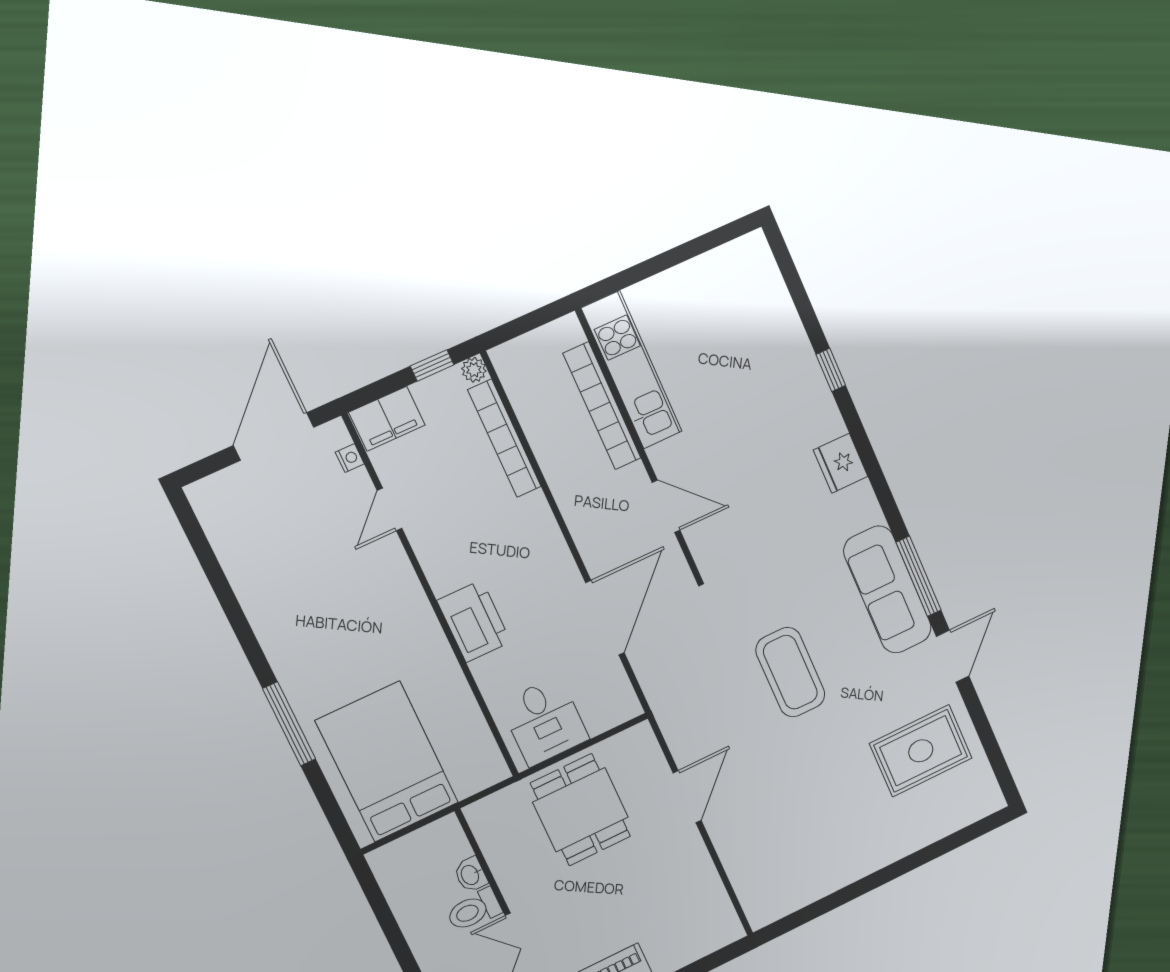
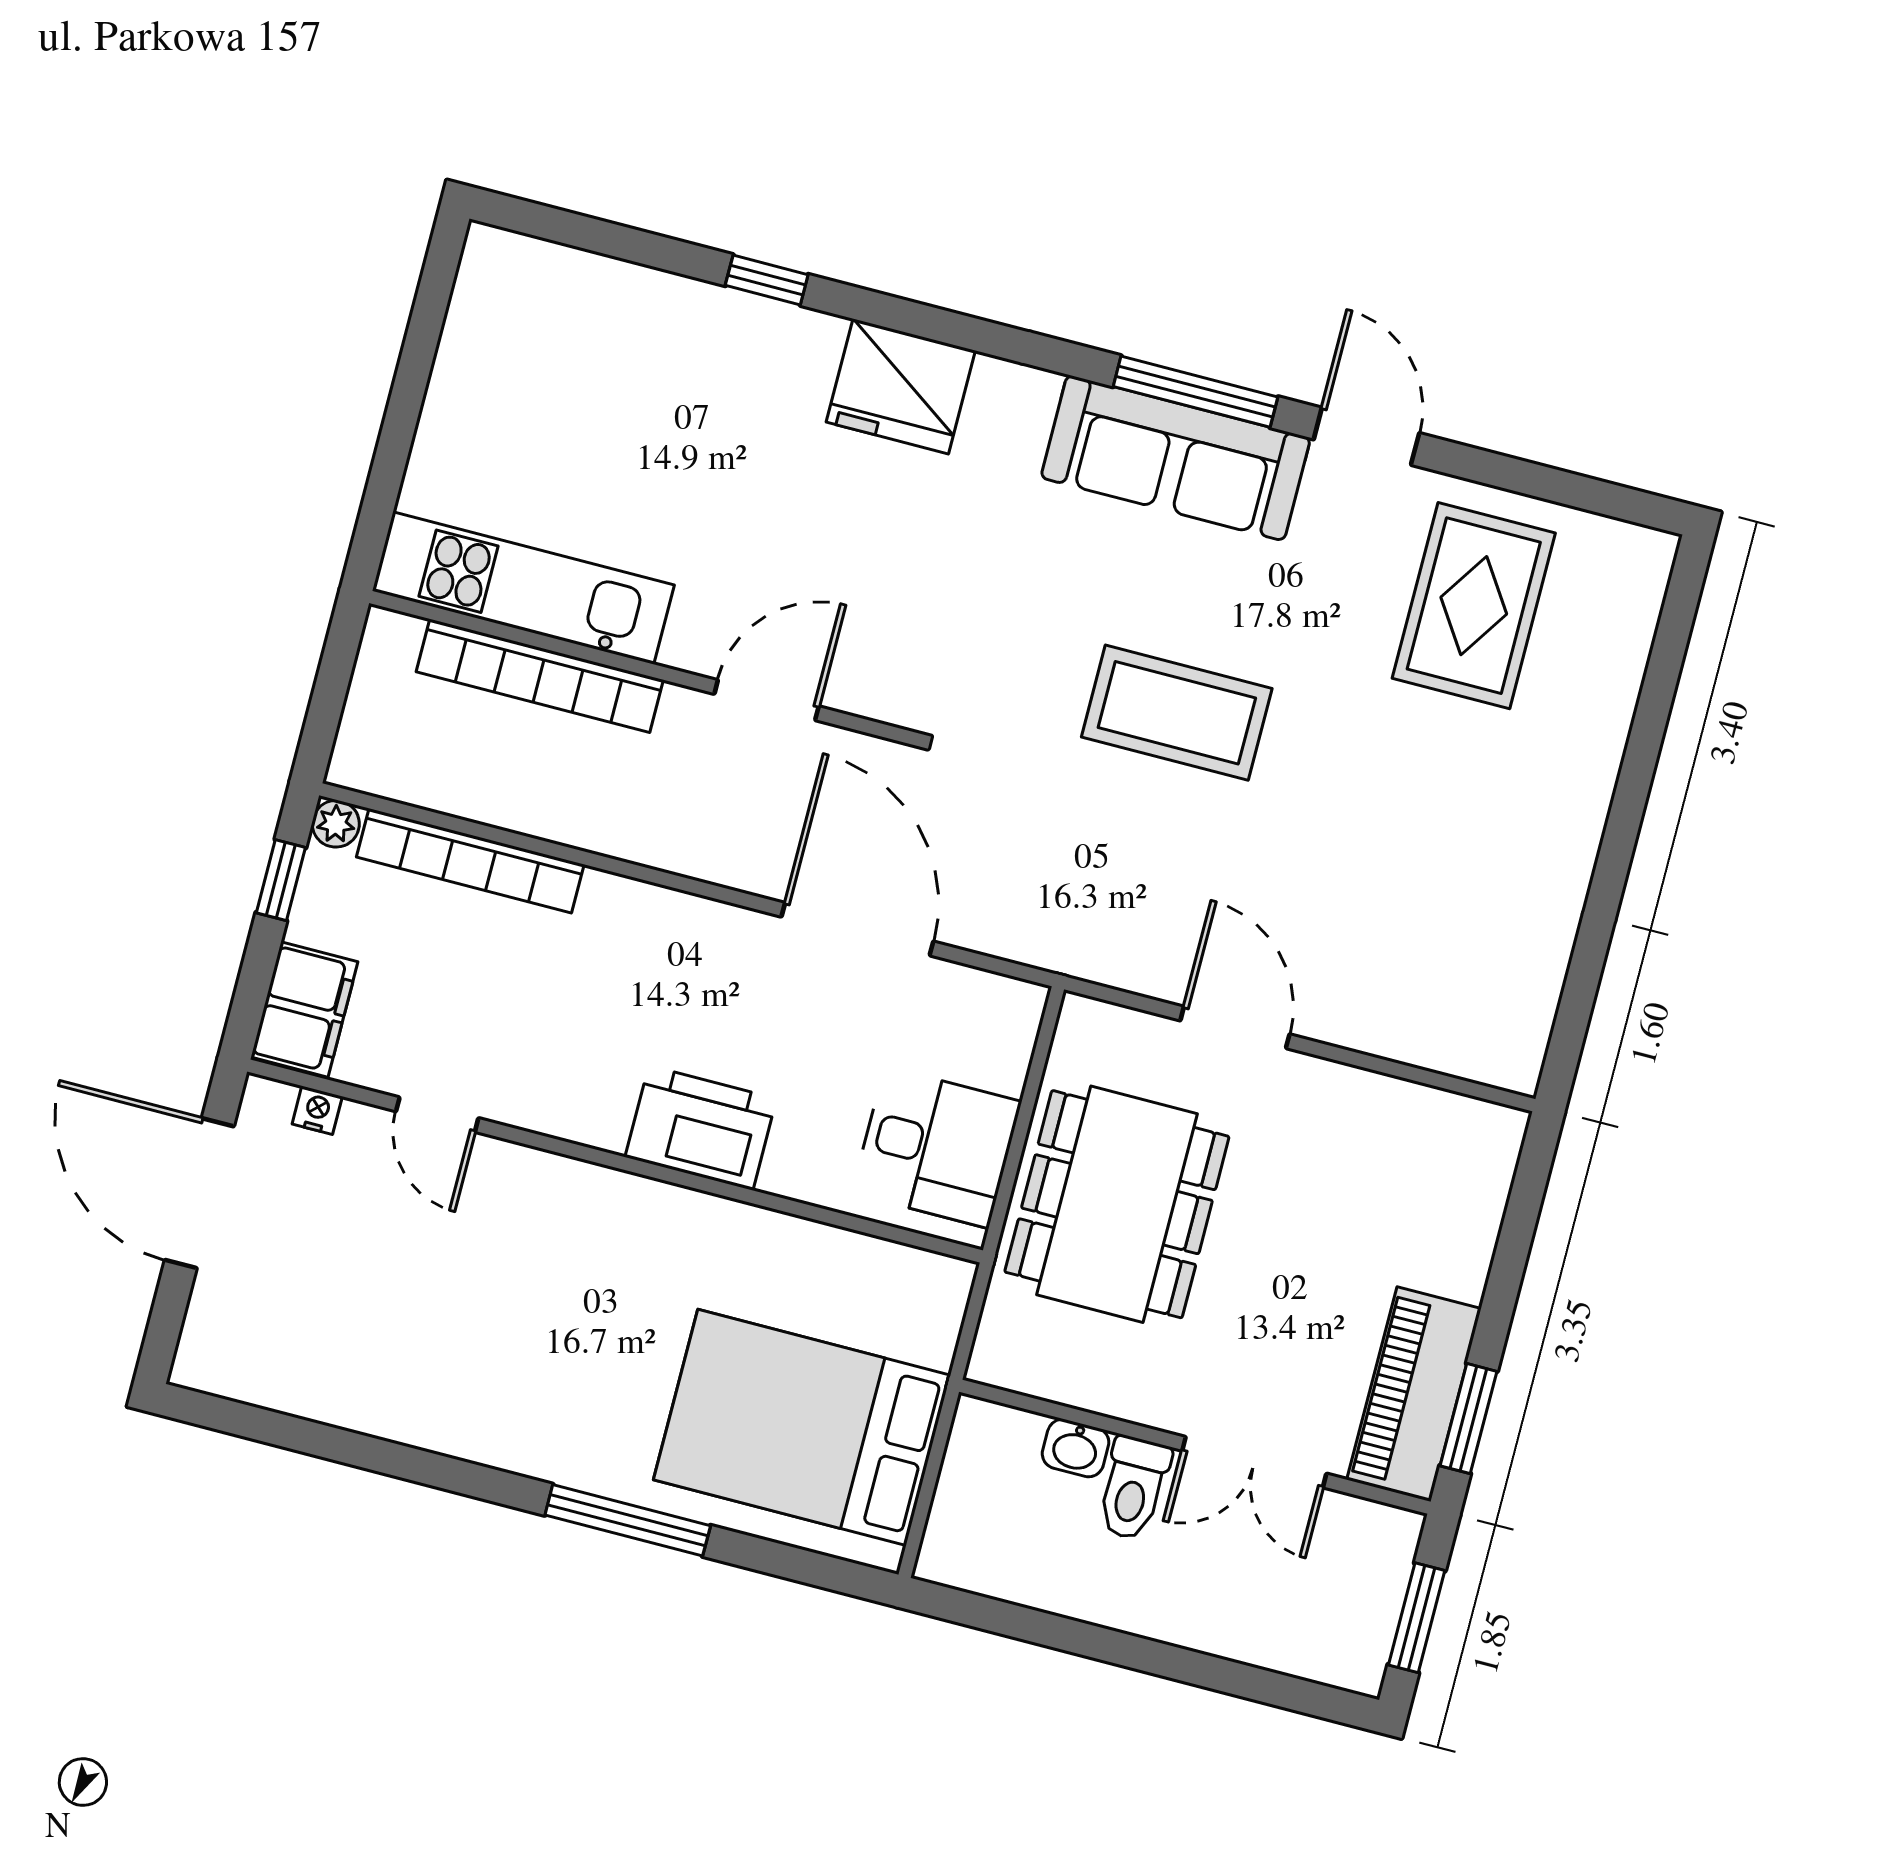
fridge: (841, 463) -> (901, 386), width x1.36, depth x1.34
dining table: (580, 810) -> (1117, 1204), width x1.38

